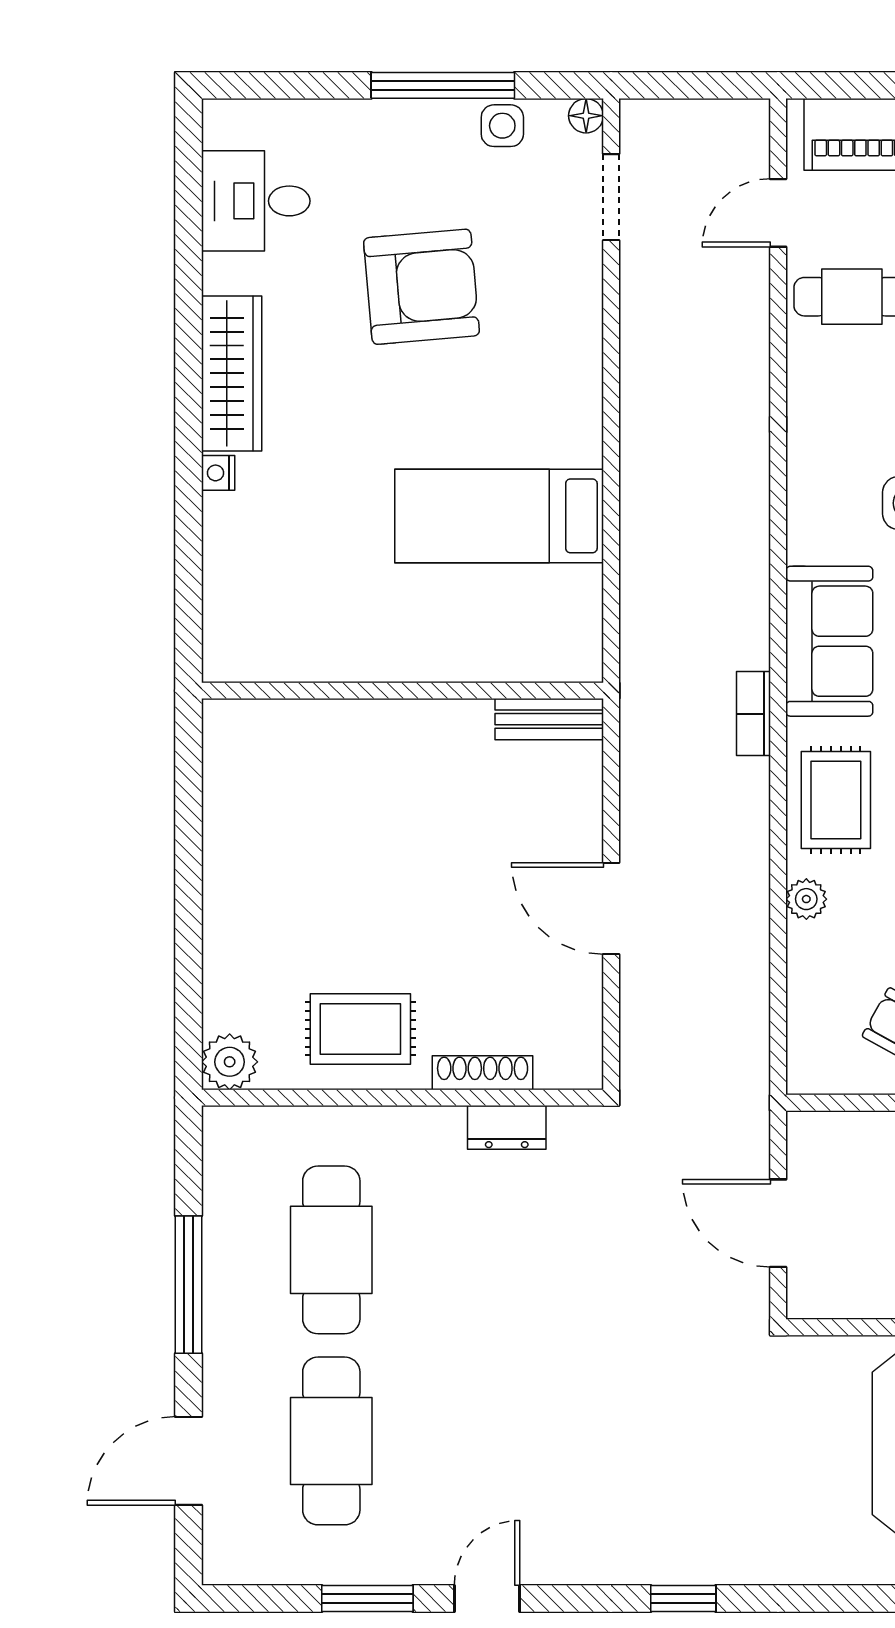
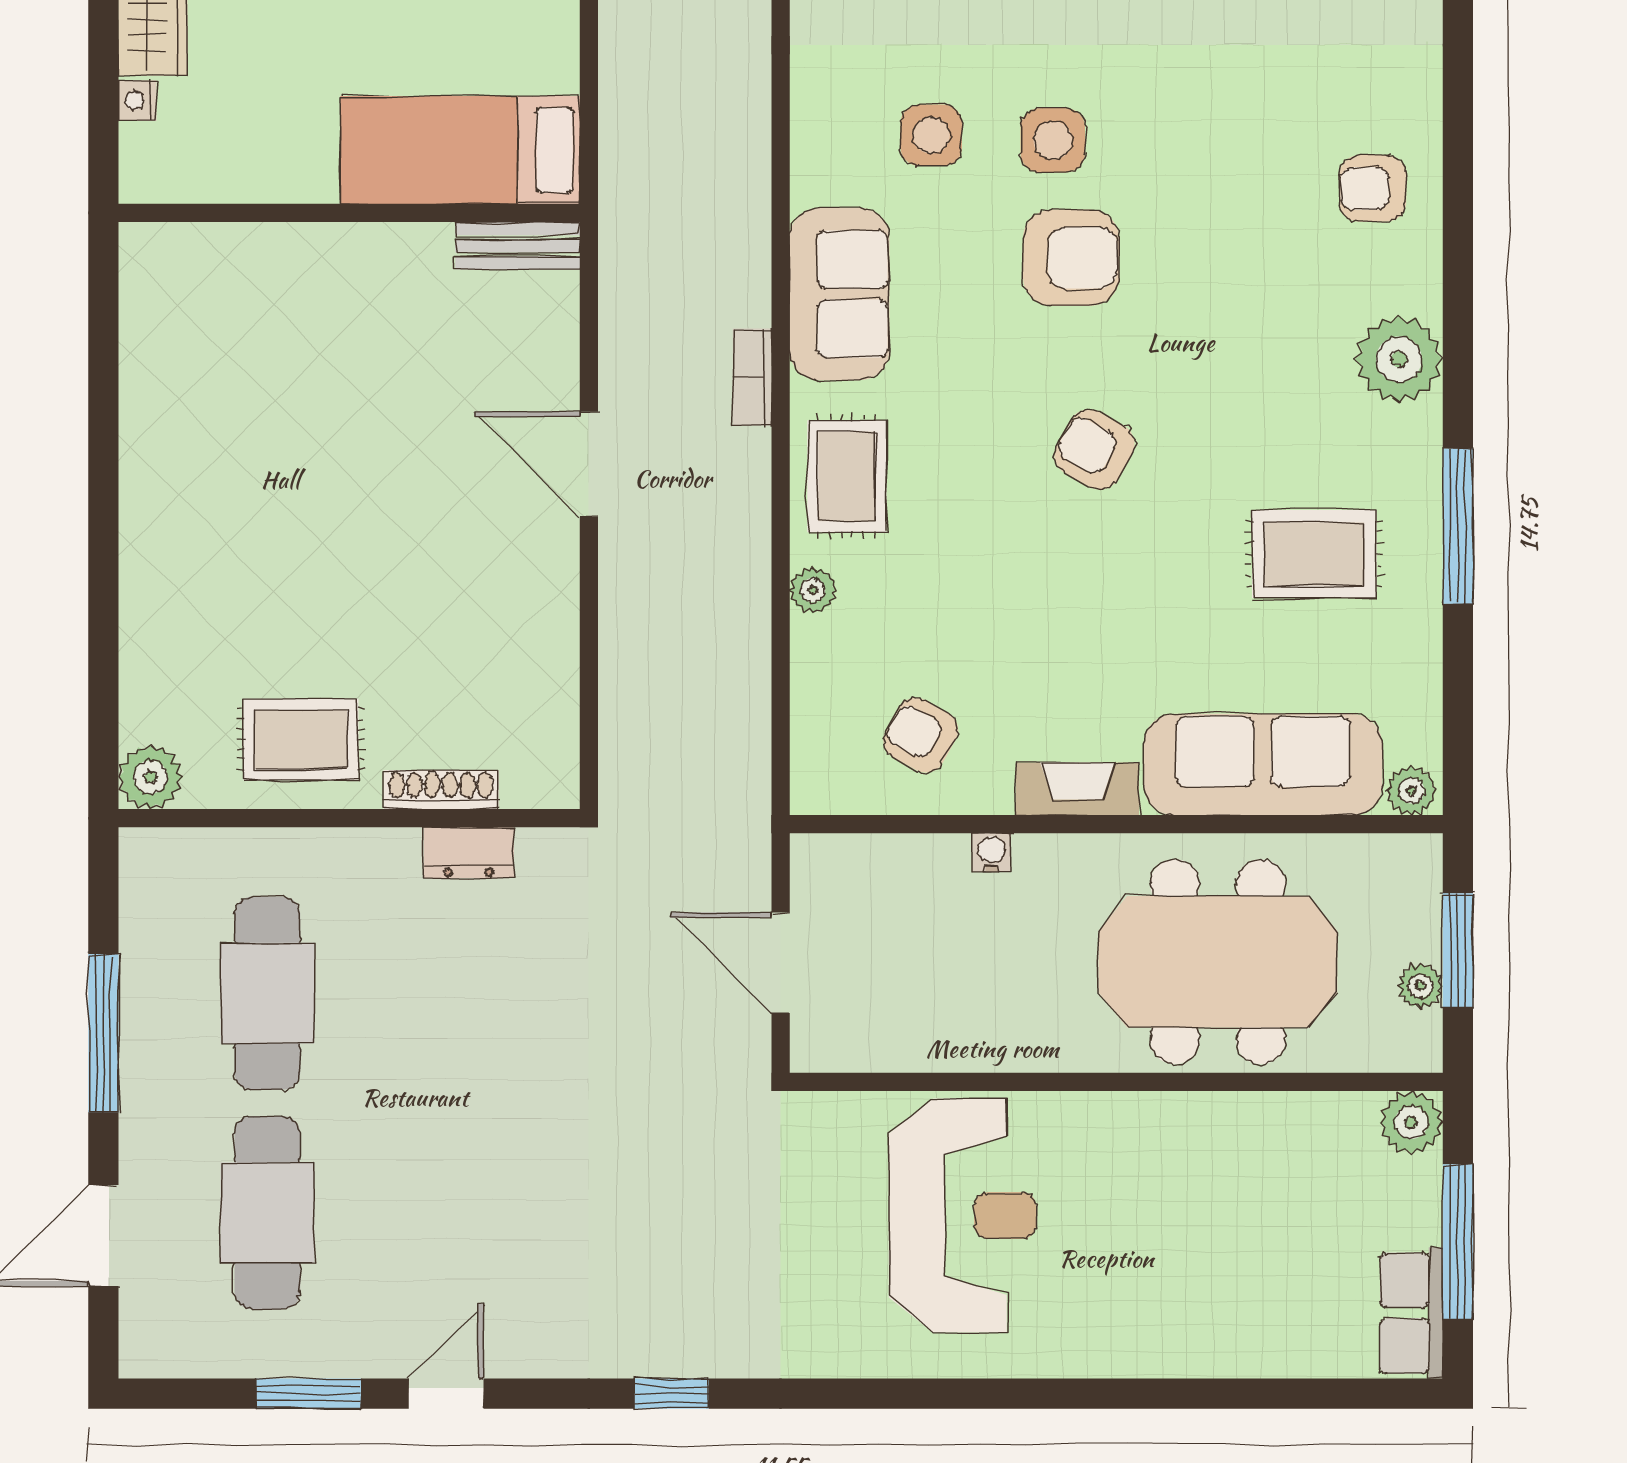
wall: (402, 691) -> (349, 213), moved
bench: (549, 719) -> (518, 246), moved
door: (611, 908) -> (589, 464), moved

